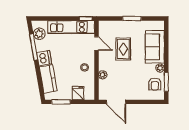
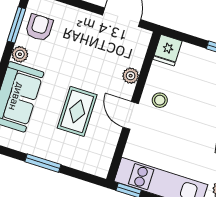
door: (96, 44) -> (131, 115), moved
fridge: (78, 93) -> (167, 50), moved

